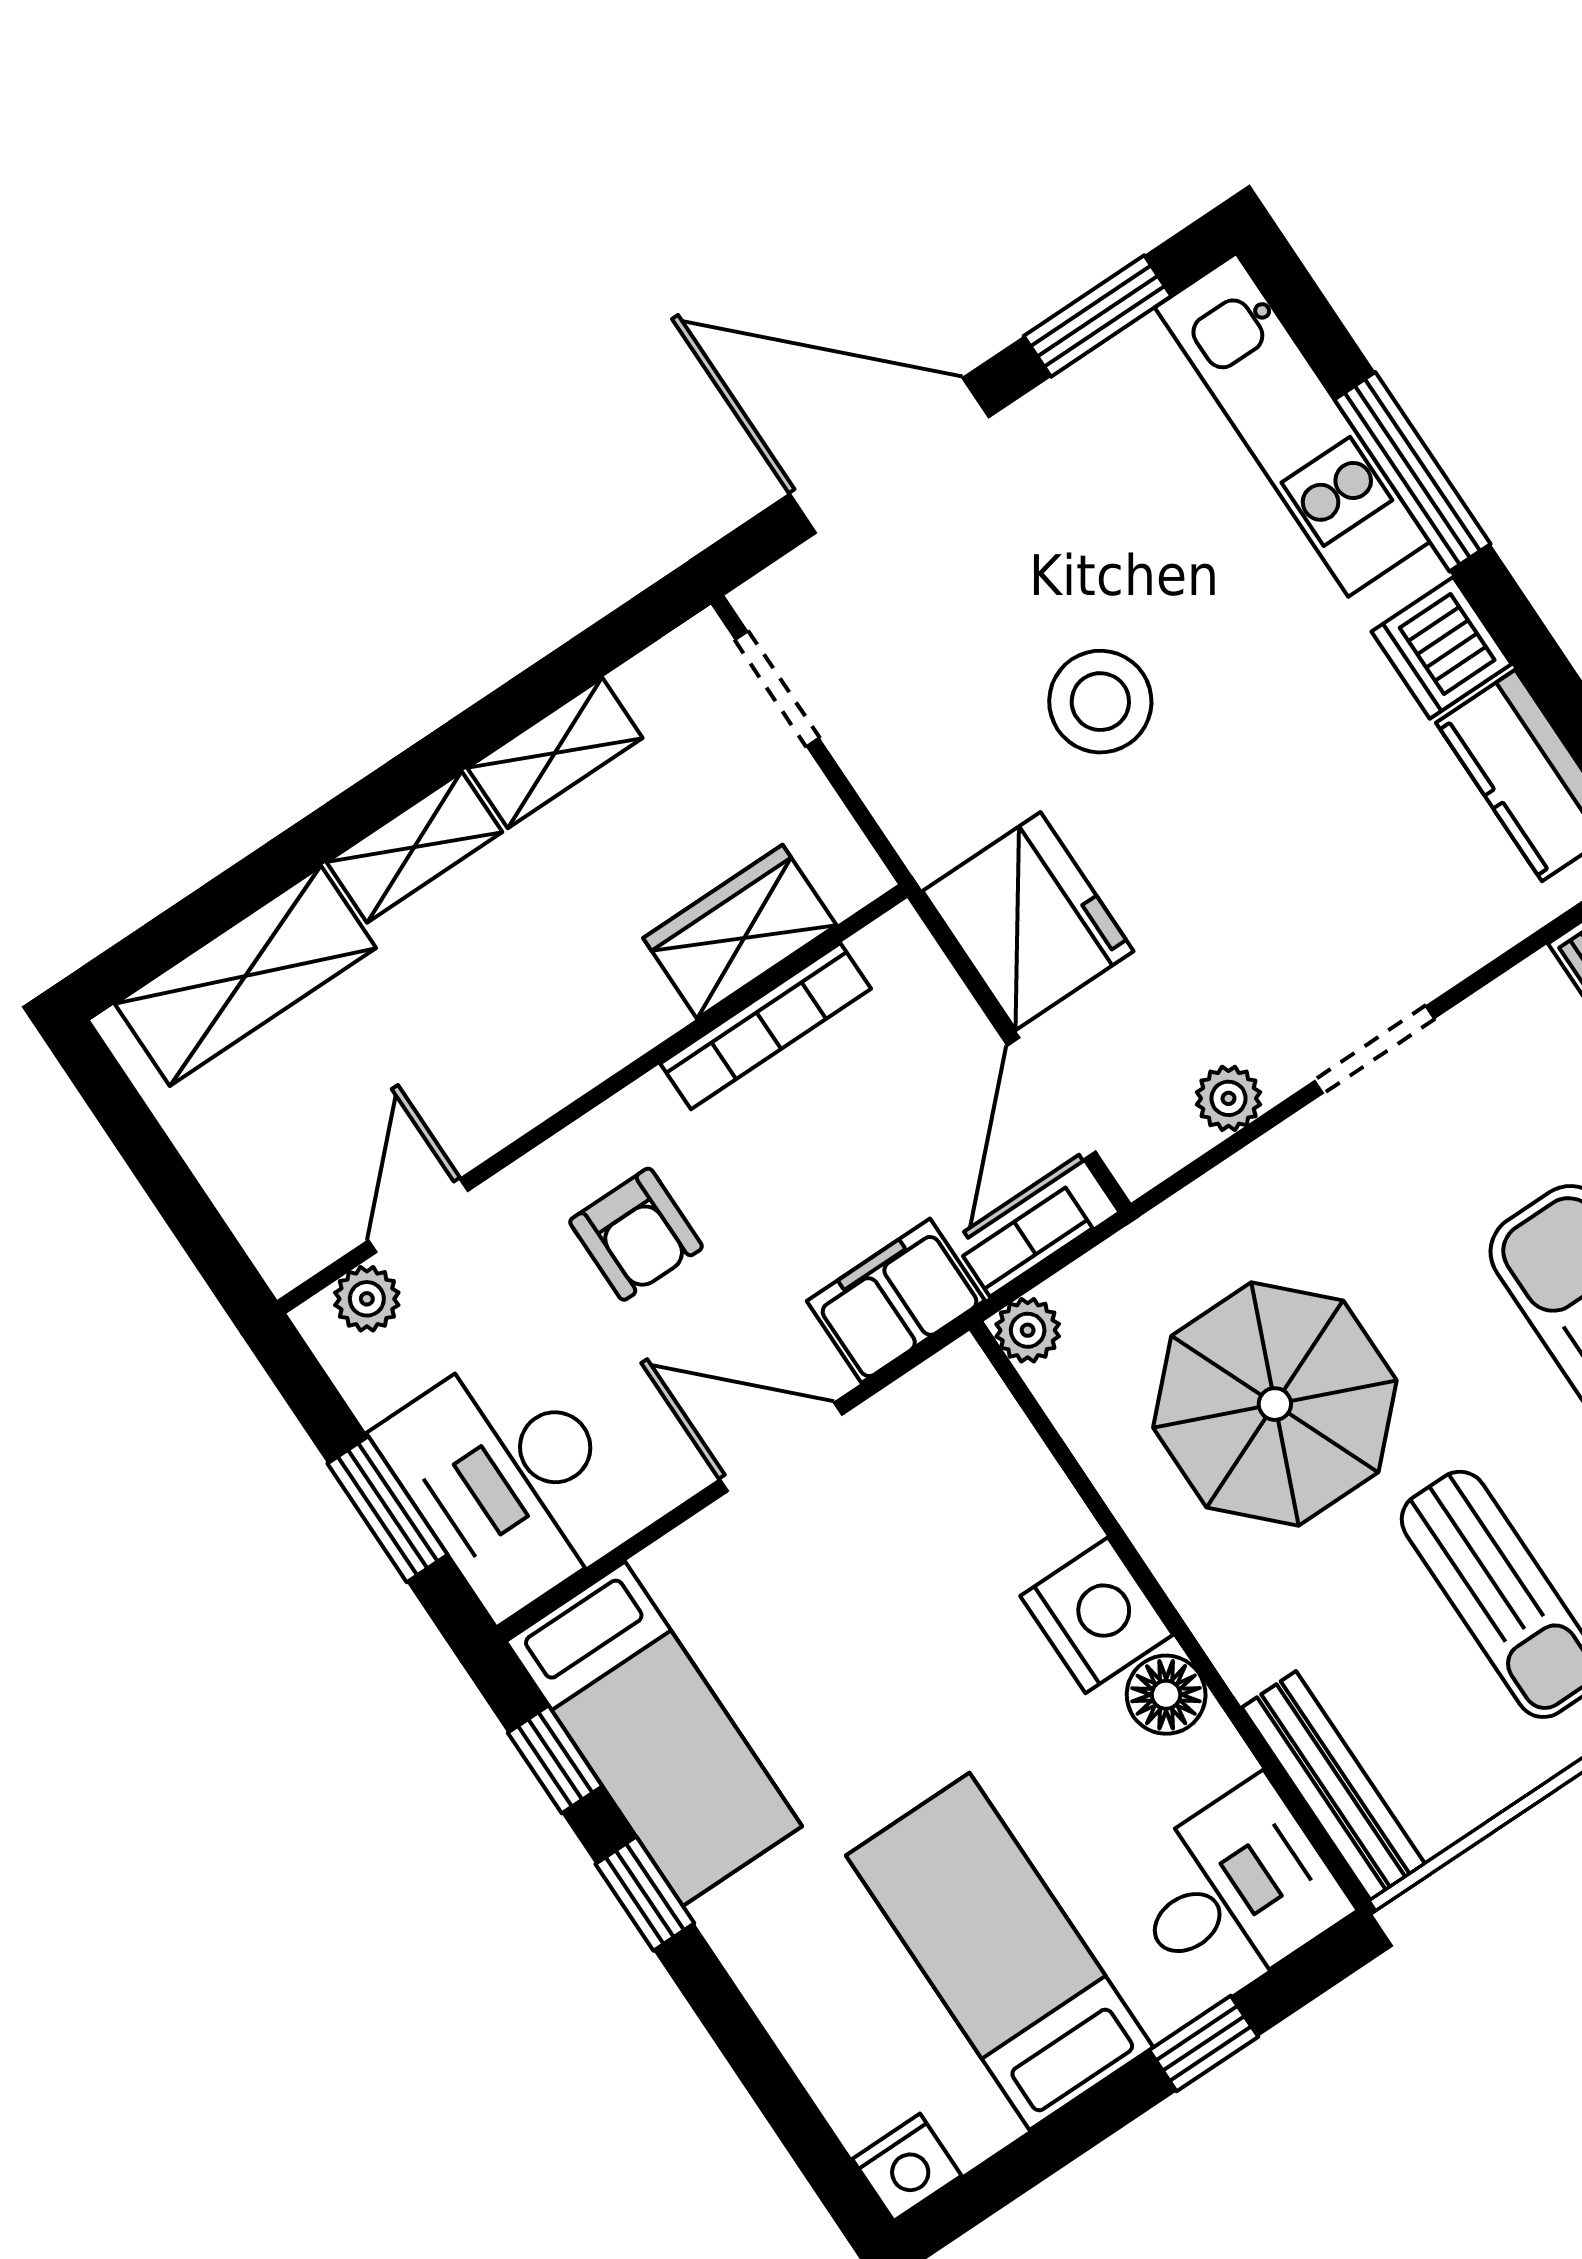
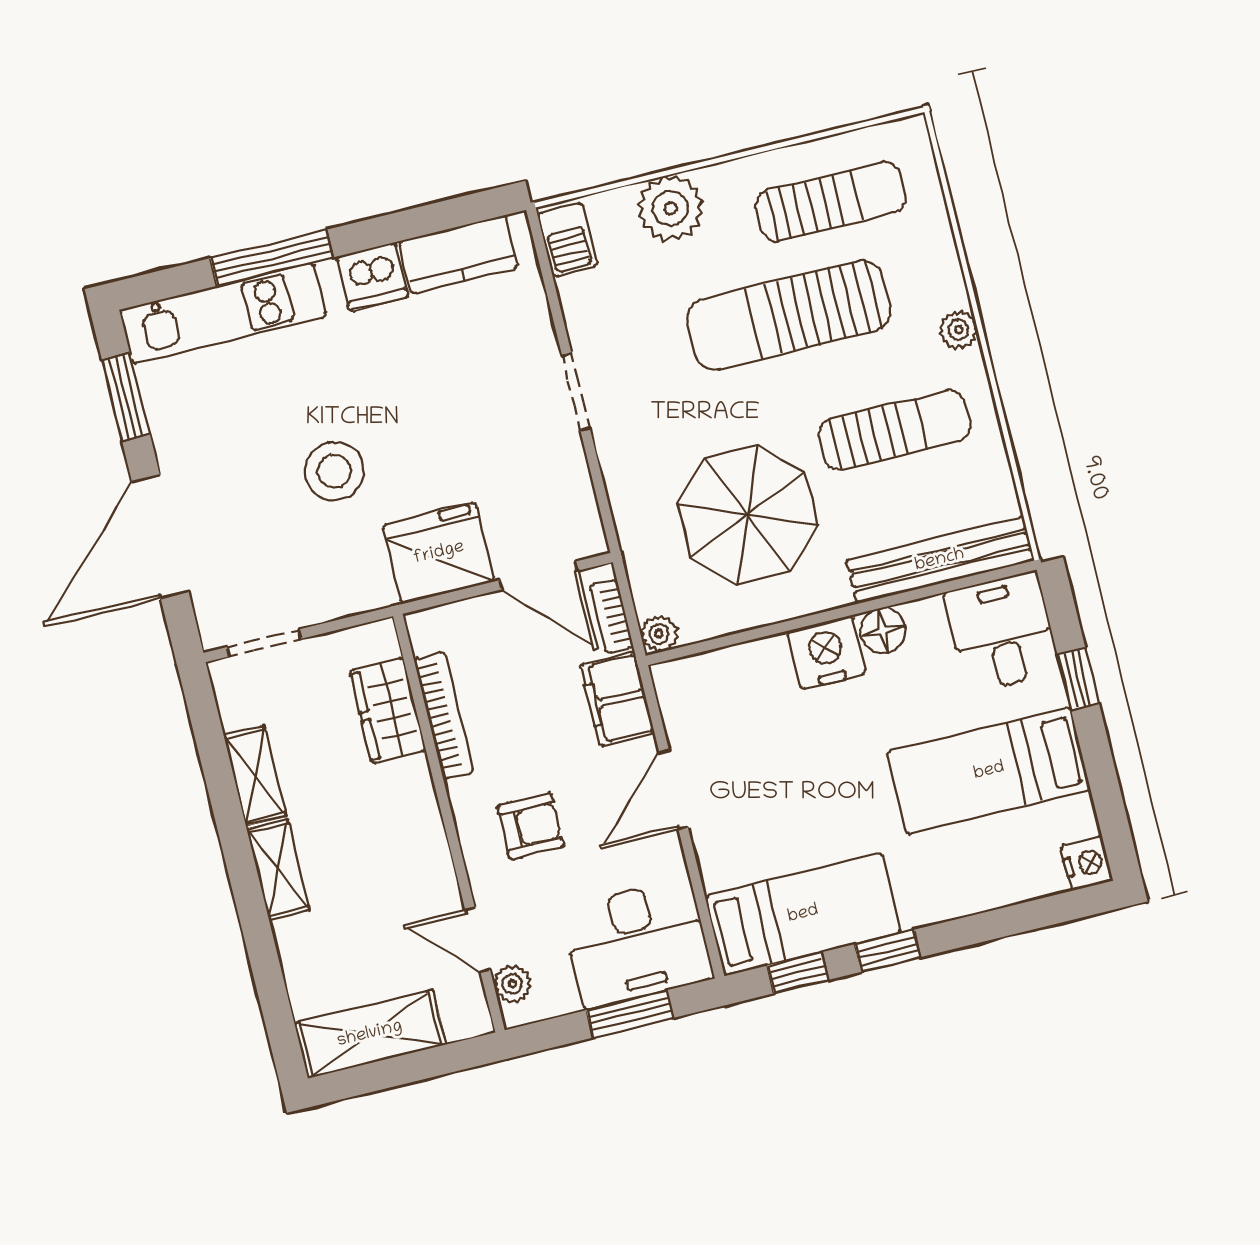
shelving: (245, 976) -> (370, 1034), moved, turned 90
plant: (1229, 1098) -> (573, 480), removed
bench: (1334, 1786) -> (940, 560), width x1.37, depth x1.21

